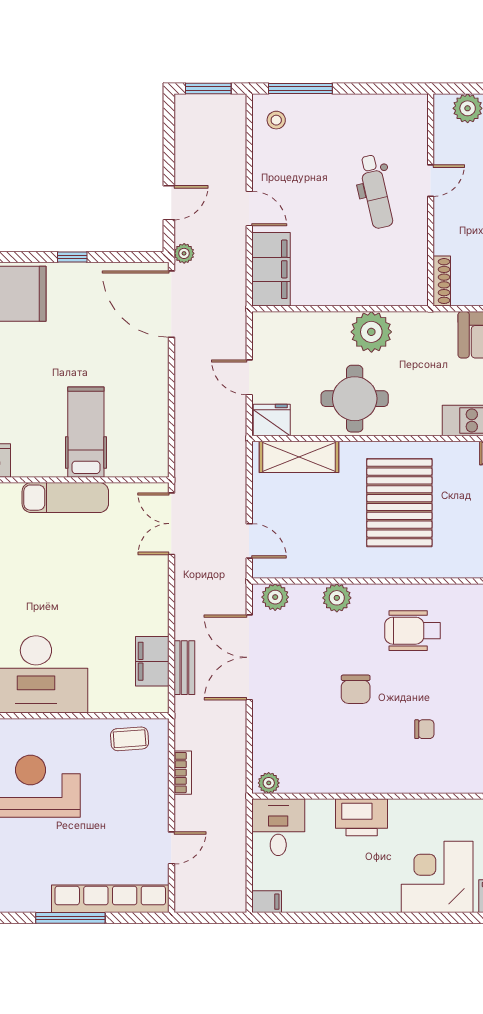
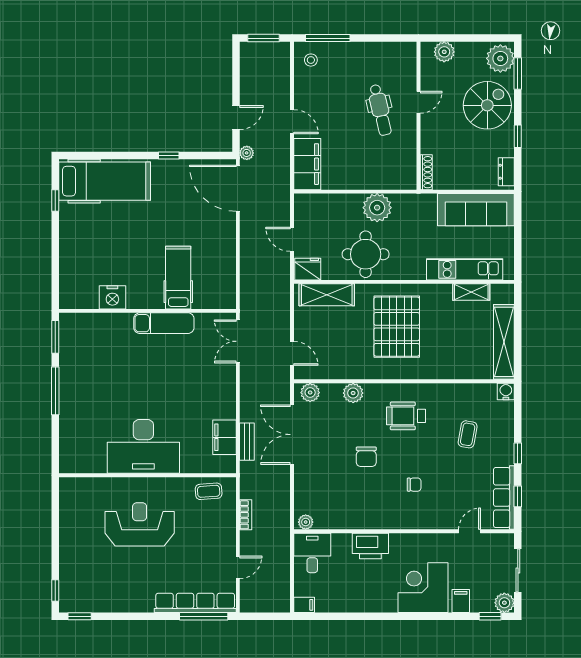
window: (70, 918) -> (204, 616), moved

